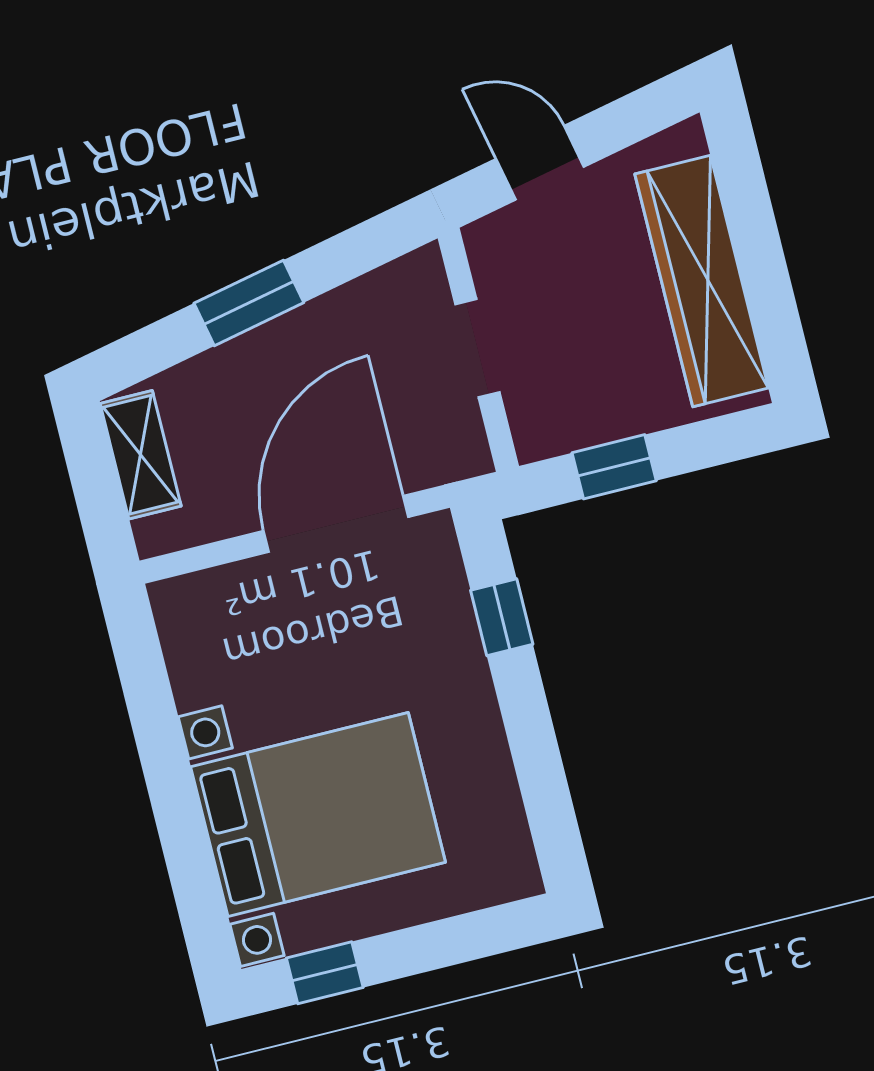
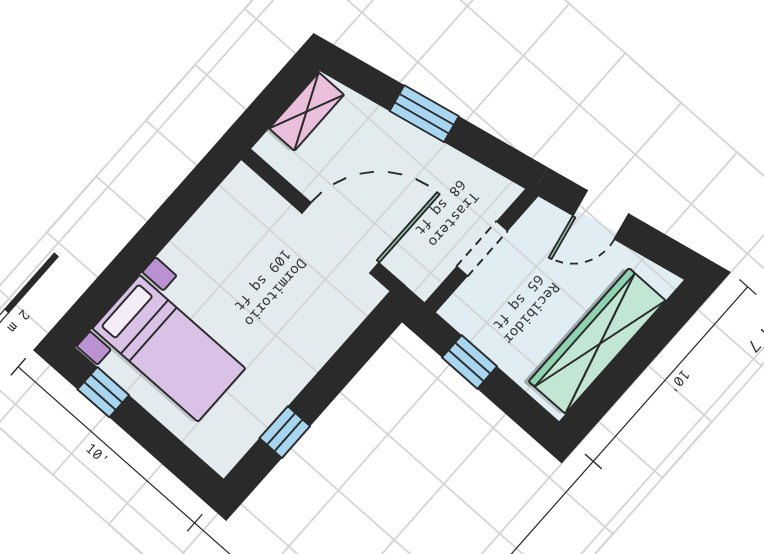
door: (540, 163) -> (601, 215), swing flipped
window: (502, 617) -> (285, 432), moved
bed with nightstands: (318, 814) -> (169, 348), width x0.73

